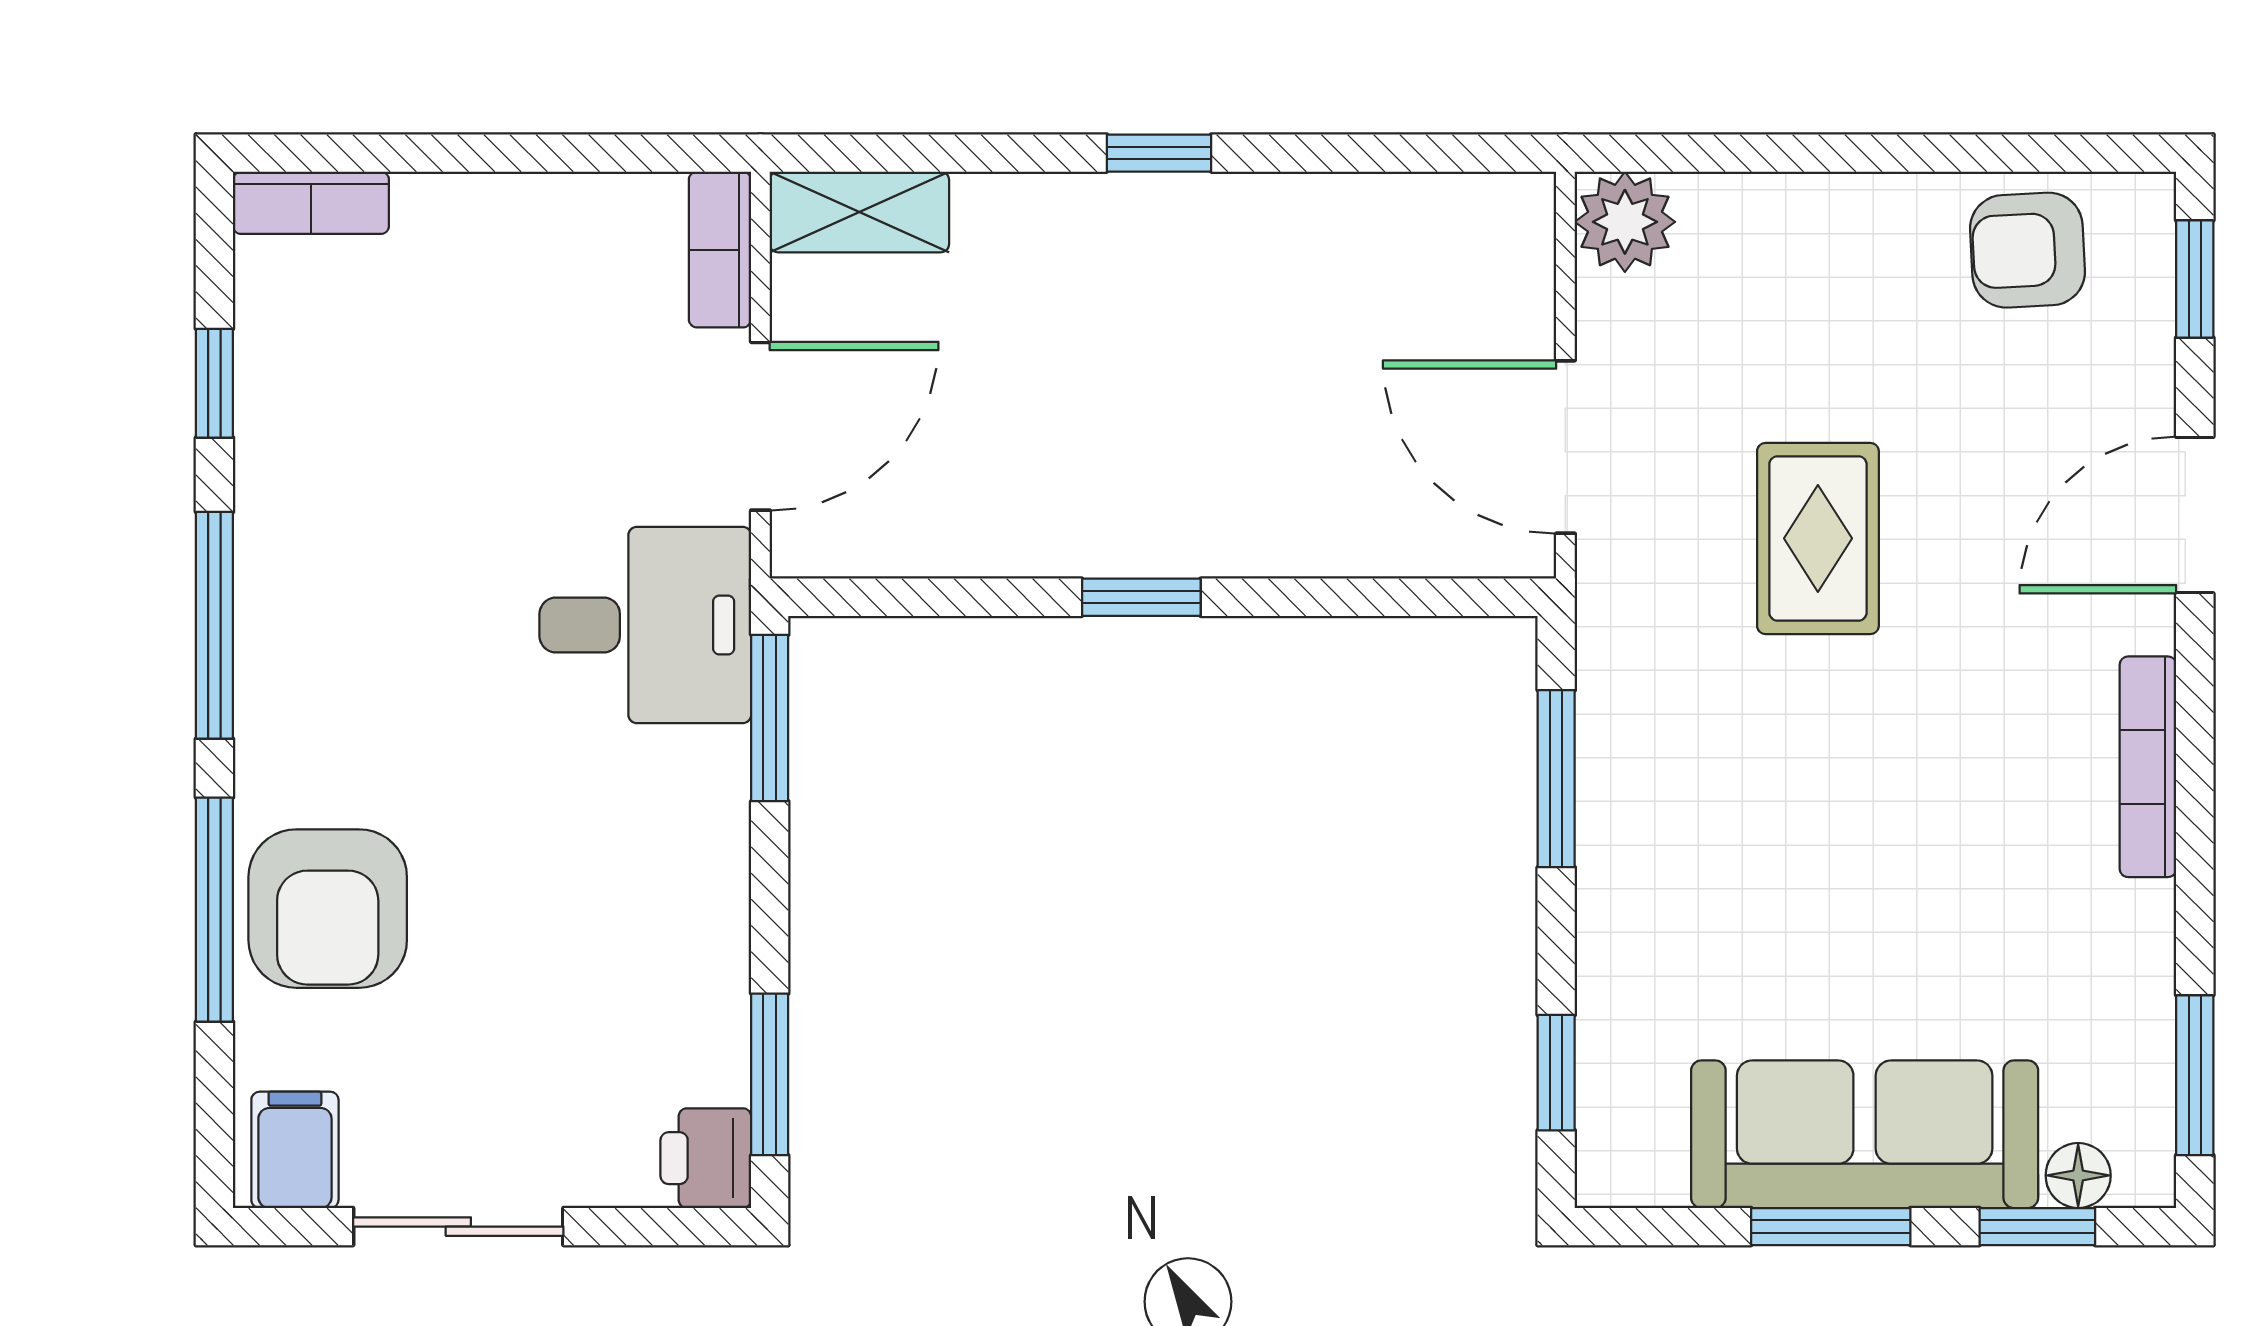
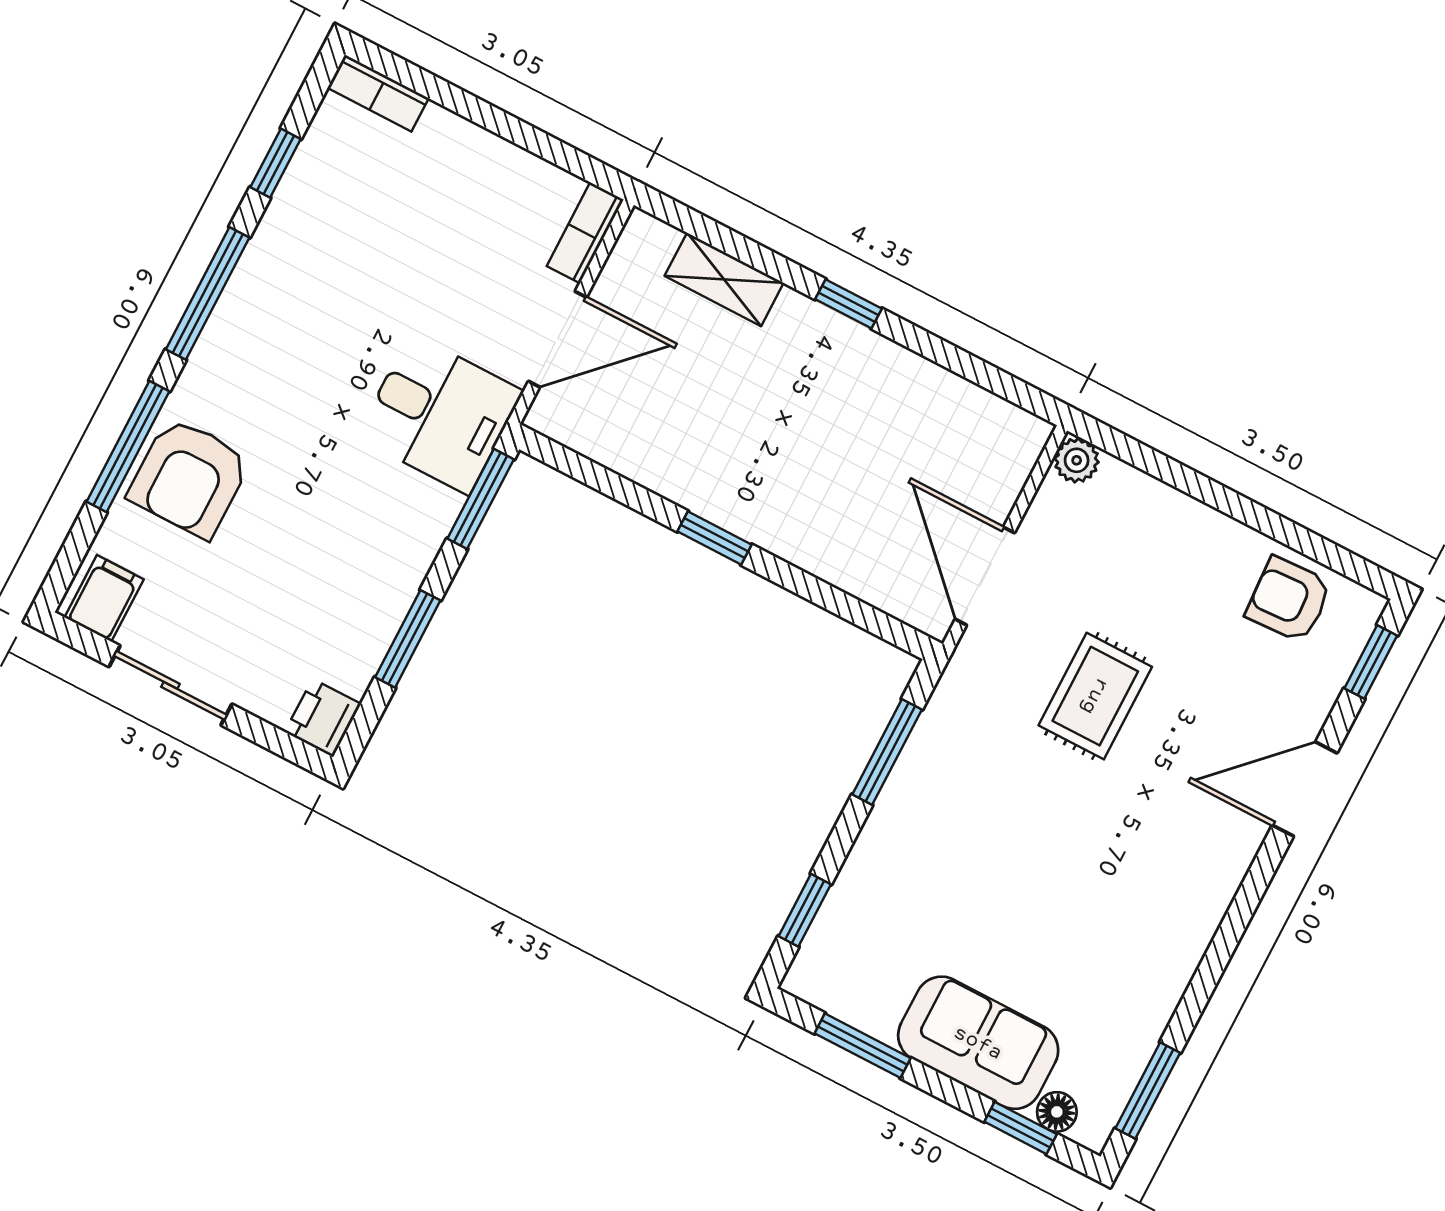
shelving: (859, 212) -> (724, 279), moved
plant: (1625, 222) -> (1077, 460), width x0.73, depth x0.73
bookcase: (2148, 767) -> (1209, 911), removed
window: (770, 1074) -> (408, 639), moved
sofa: (1865, 1134) -> (978, 1043), width x0.73
window: (1831, 1227) -> (863, 1046), moved

